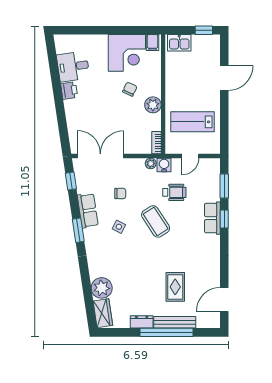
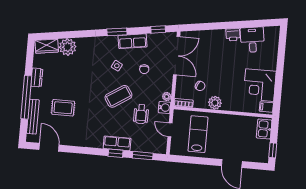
chair: (130, 89) -> (200, 86), moved
bench: (175, 322) -> (33, 117), moved

